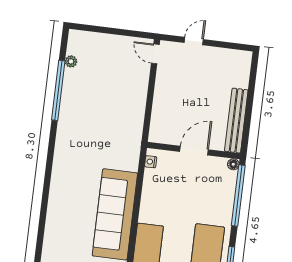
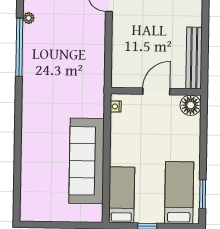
floor lamp: (233, 164) -> (191, 105), width x1.89, depth x1.89
window: (238, 195) -> (204, 130), removed

